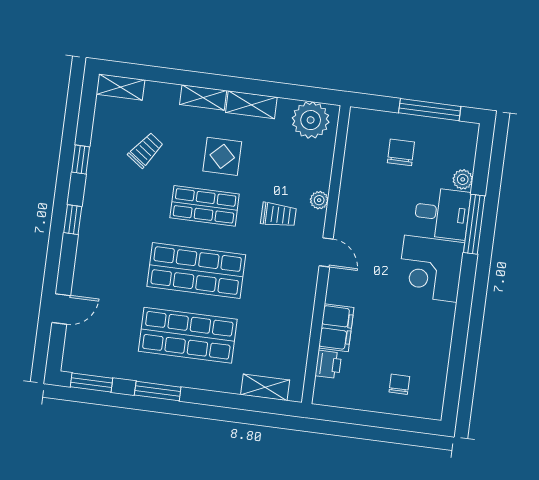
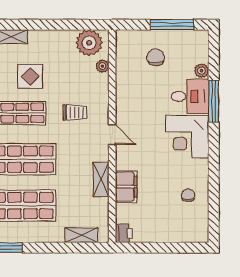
shelving: (251, 105) -> (101, 179), moved, turned 90
plant: (319, 200) -> (102, 66), moved
printer: (328, 364) -> (124, 233), moved
chair: (399, 384) -> (188, 195), moved

